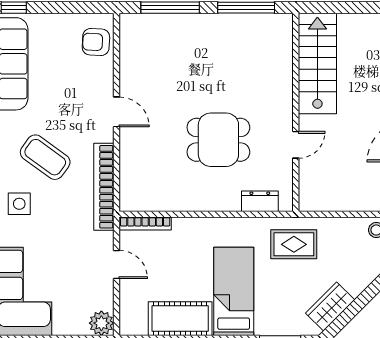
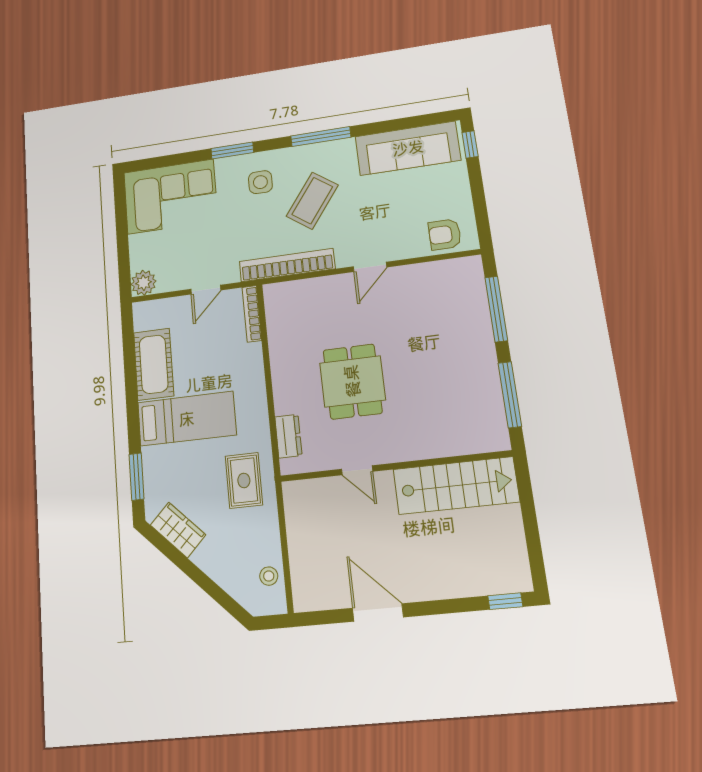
armchair: (96, 42) -> (445, 234), turned -93

